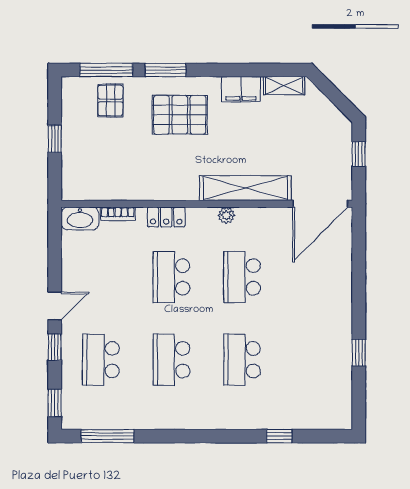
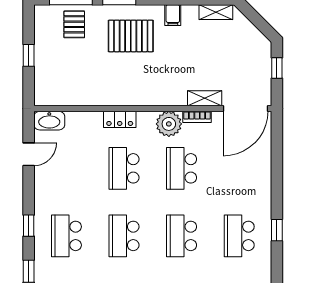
filing cabinet: (241, 89) -> (173, 15), width x0.50
shelving: (245, 188) -> (205, 98), width x0.45, depth x0.75
bookcase: (118, 214) -> (197, 117), moved
plant: (226, 215) -> (169, 124), width x1.87, depth x1.87
door: (55, 306) -> (29, 154), moved
school desk: (313, 360) -> (239, 236), added

